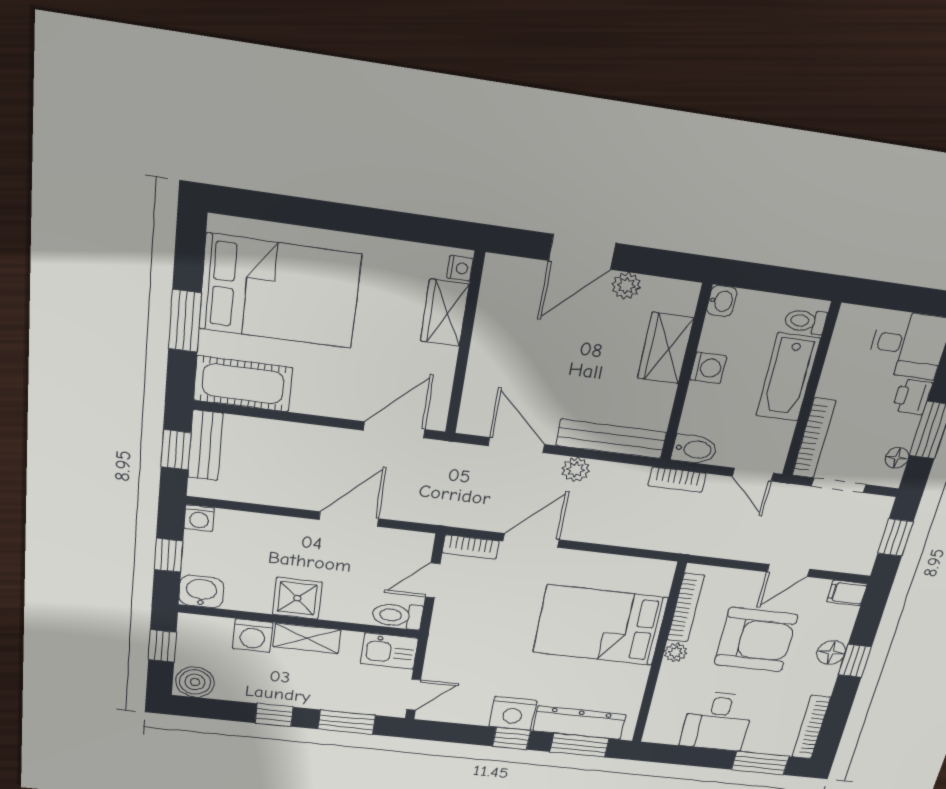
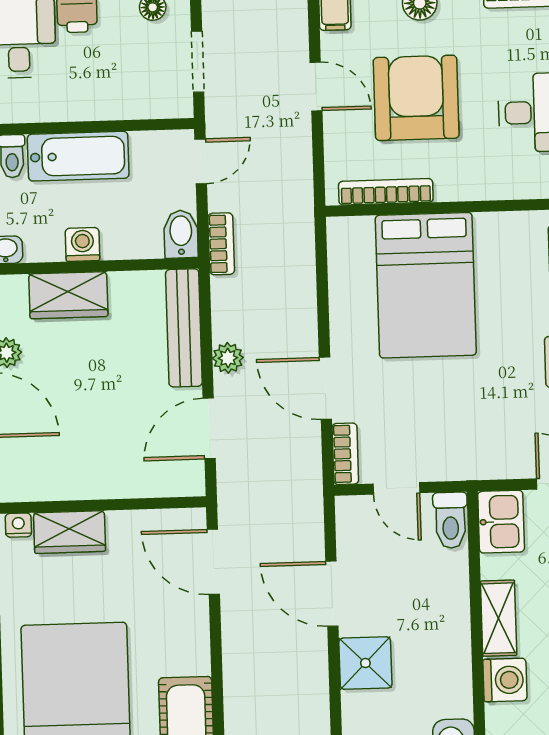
bookcase: (814, 438) -> (145, 107), removed
shower: (297, 598) -> (365, 663), moved
plant: (676, 652) -> (449, 188), removed

